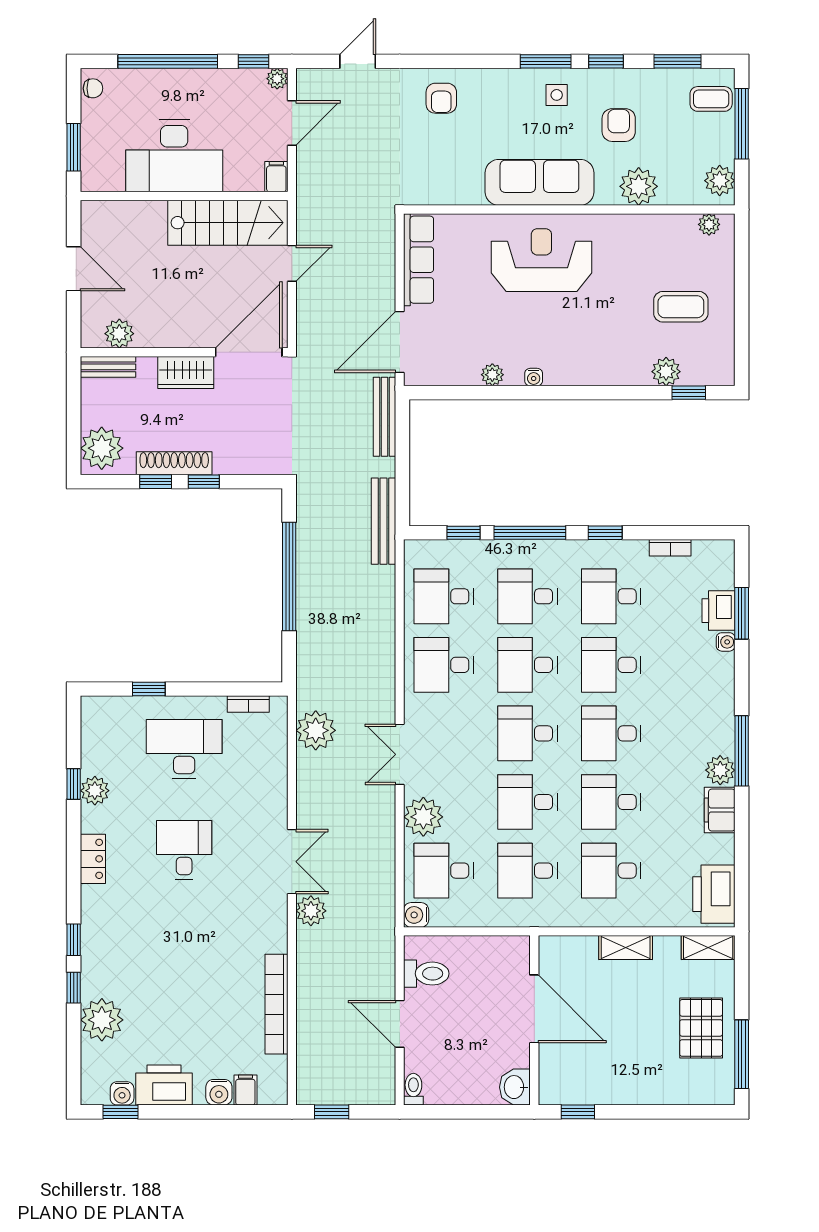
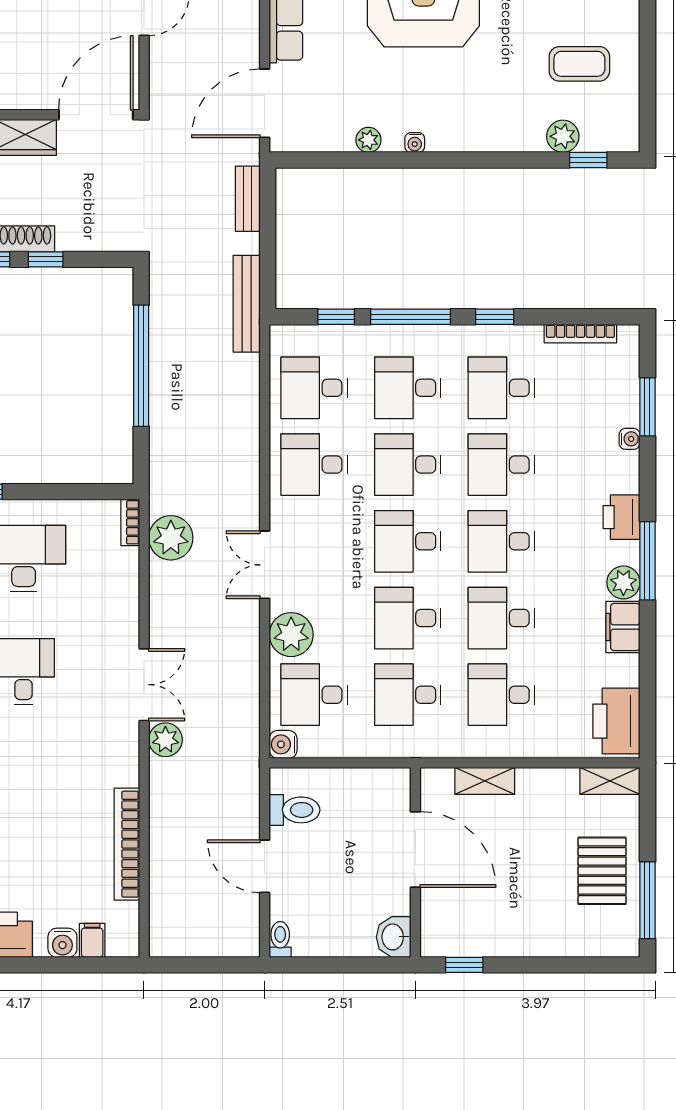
bench: (384, 417) -> (248, 199), width x0.73
bookcase: (670, 548) -> (580, 334), width x1.56
printer: (719, 611) -> (622, 517), moved
bookcase: (248, 704) -> (130, 522), moved, turned 90
shelving: (626, 947) -> (485, 781), moved
window: (332, 1112) -> (189, 965), removed

